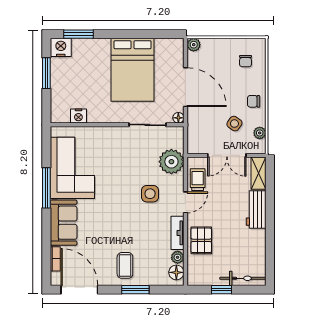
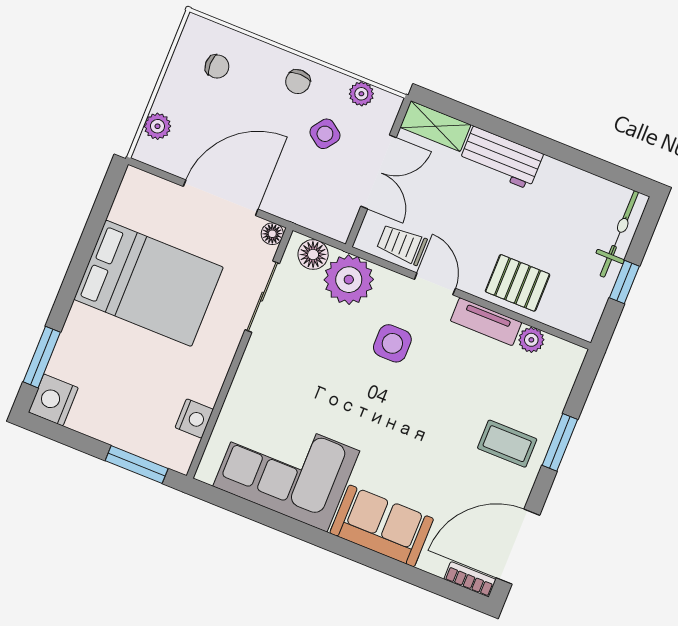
plant: (194, 45) -> (157, 126), moved
window: (46, 73) -> (137, 465), moved
window: (46, 188) -> (304, 532), removed
bookcase: (55, 259) -> (470, 579), moved
floor lamp: (176, 272) -> (313, 255), moved

